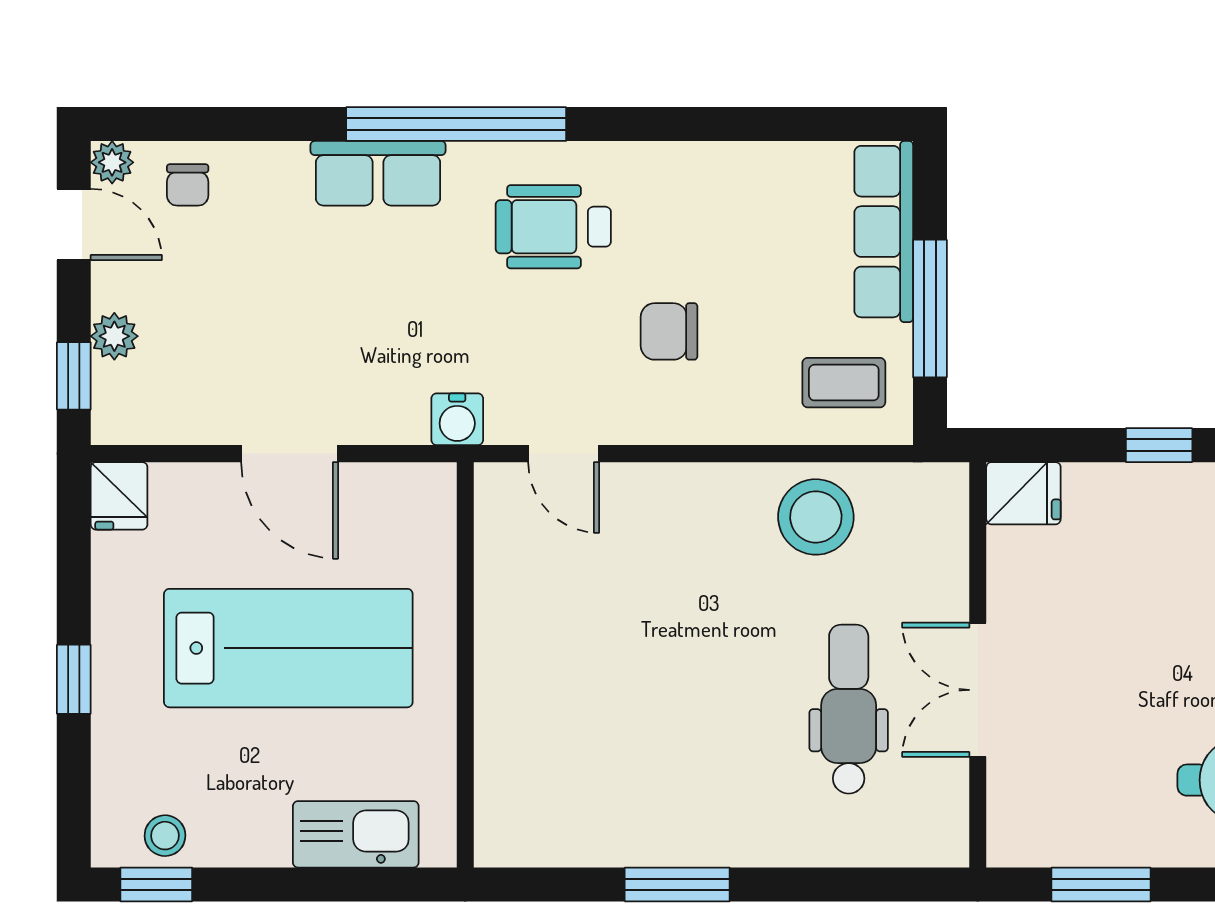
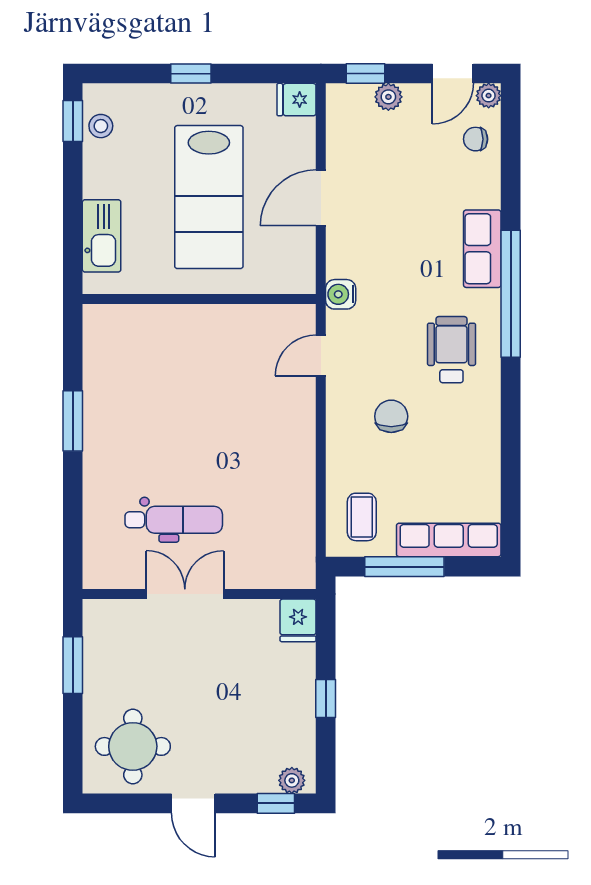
stool: (816, 517) -> (284, 501), removed

